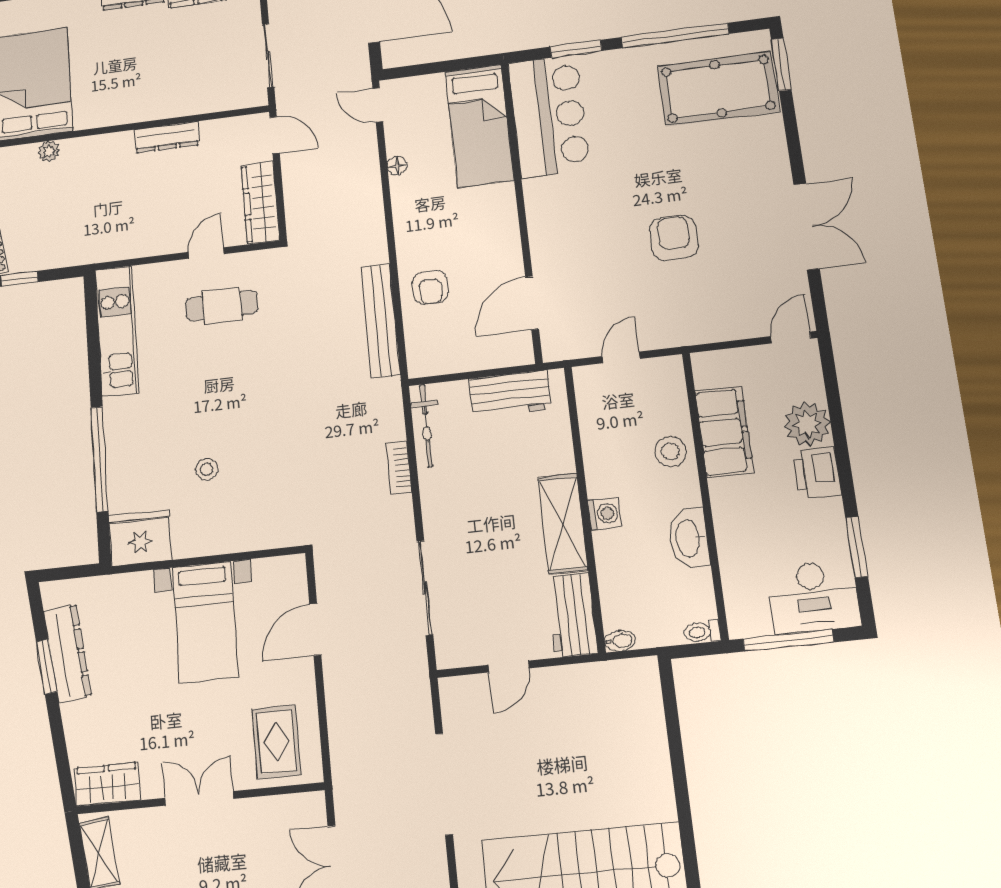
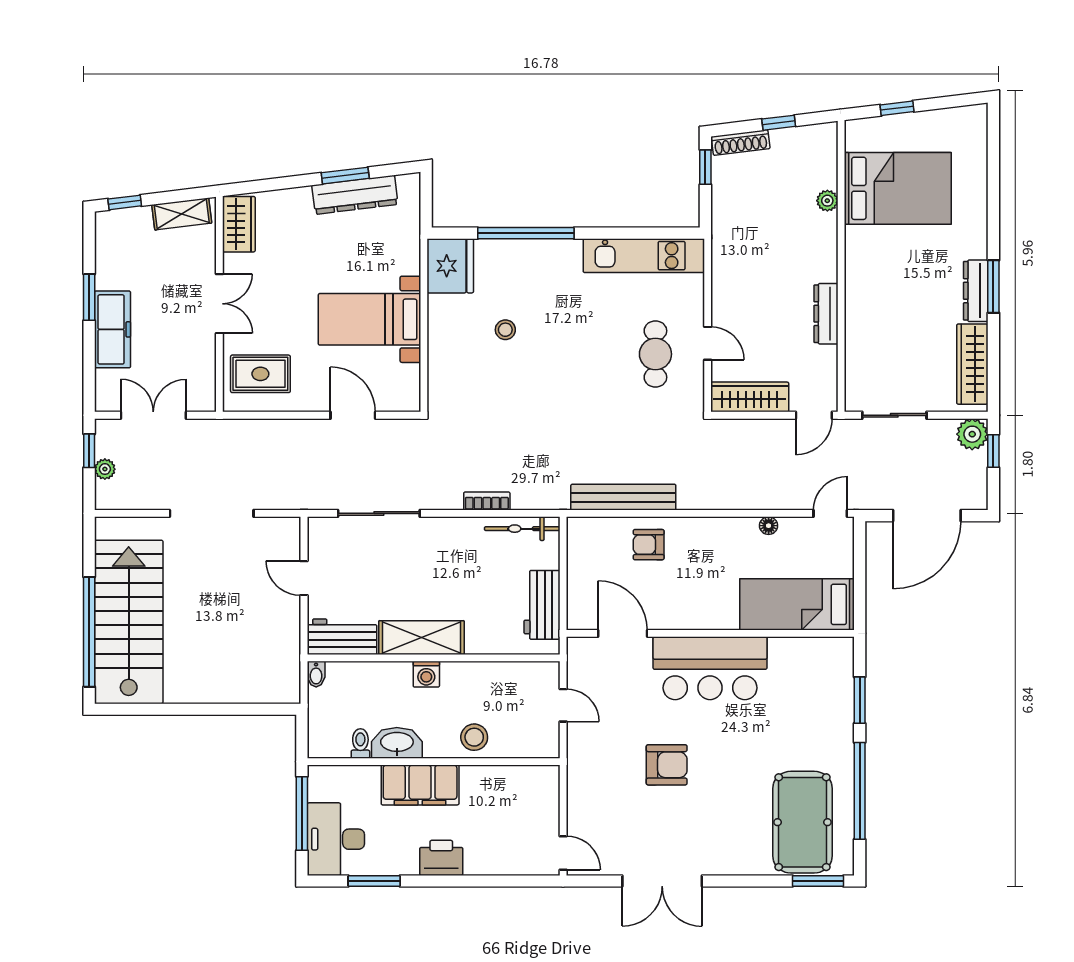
bar counter: (549, 116) -> (710, 668), moved
plant: (807, 424) -> (485, 856), removed
filing cabinet: (724, 432) -> (420, 785), moved
toilet: (702, 632) -> (360, 743), moved

